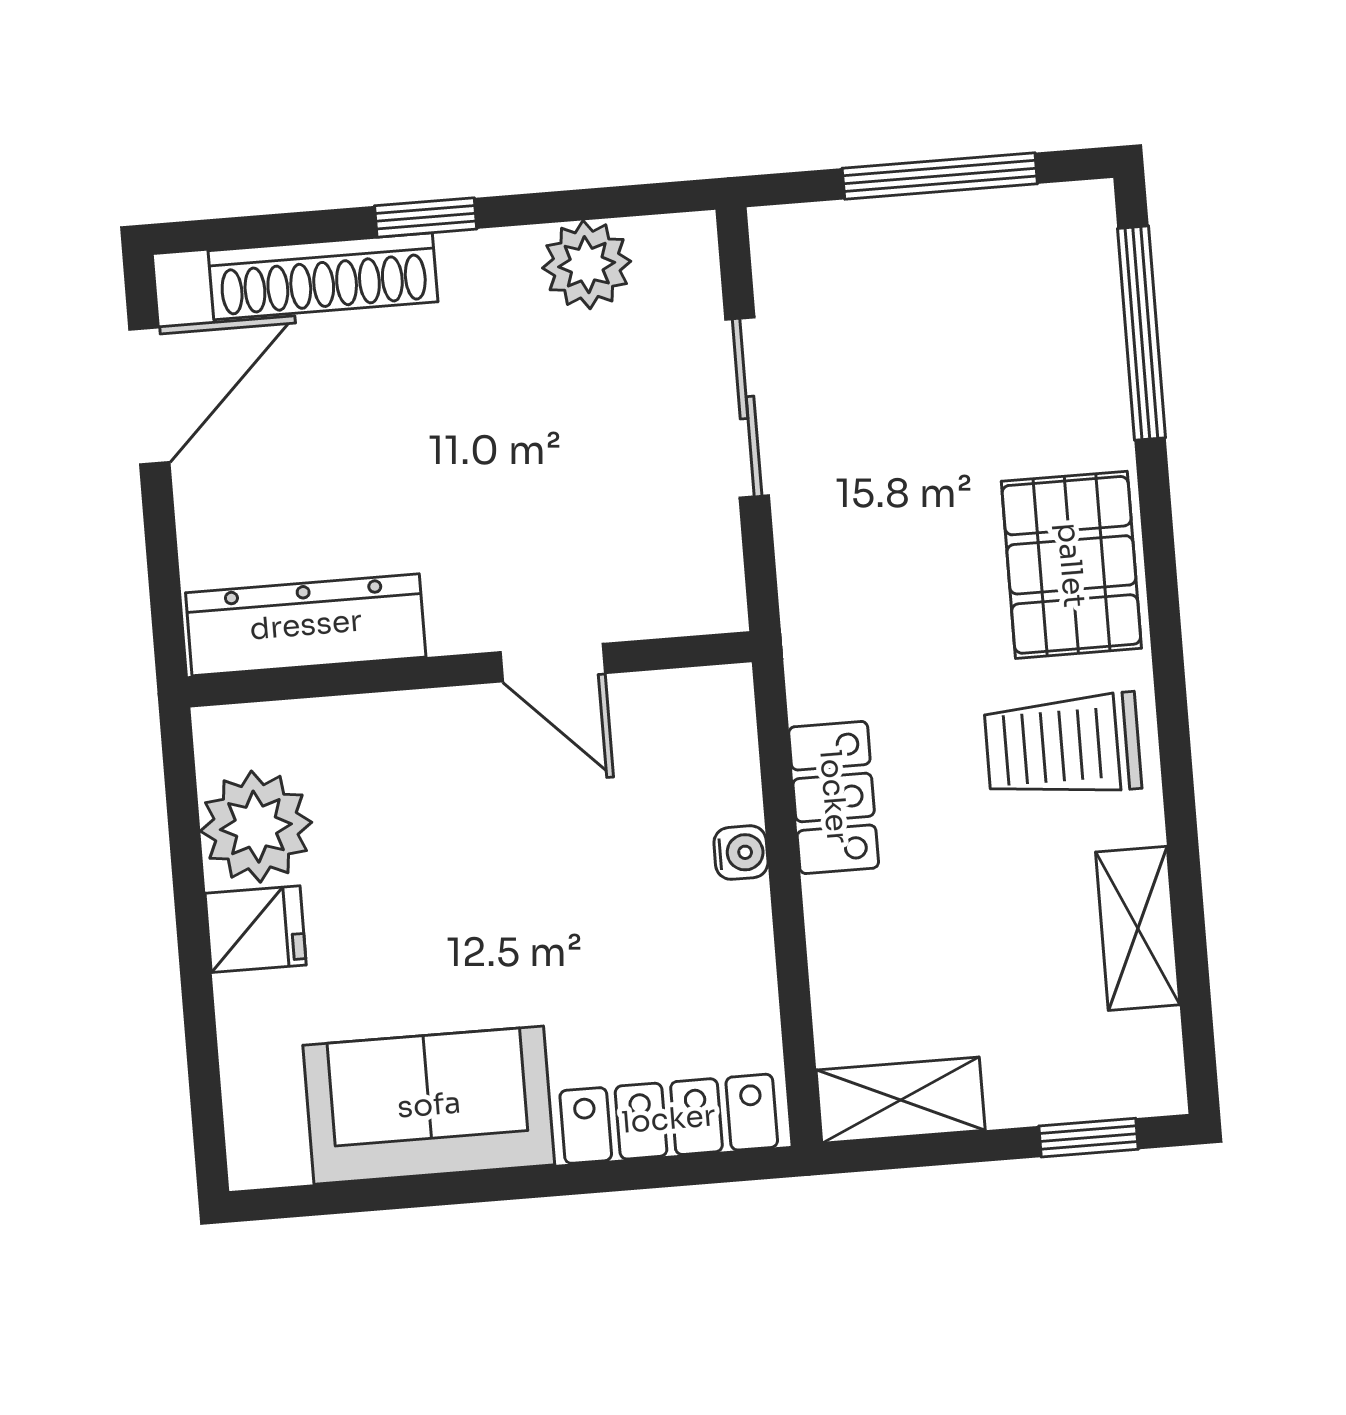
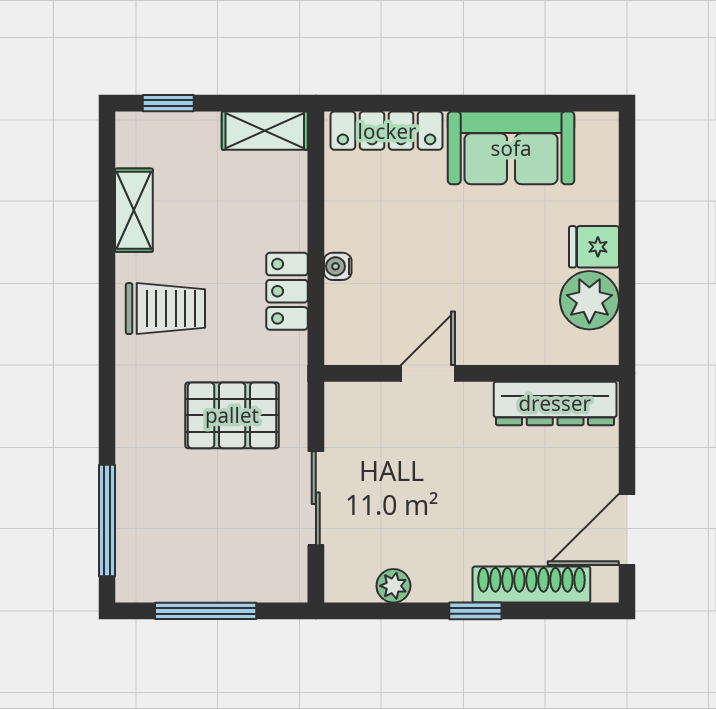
plant: (587, 265) -> (393, 586), width x0.73, depth x0.73
pallet: (1071, 565) -> (232, 415), moved, turned 90
door: (553, 663) -> (428, 373), hinge flipped

